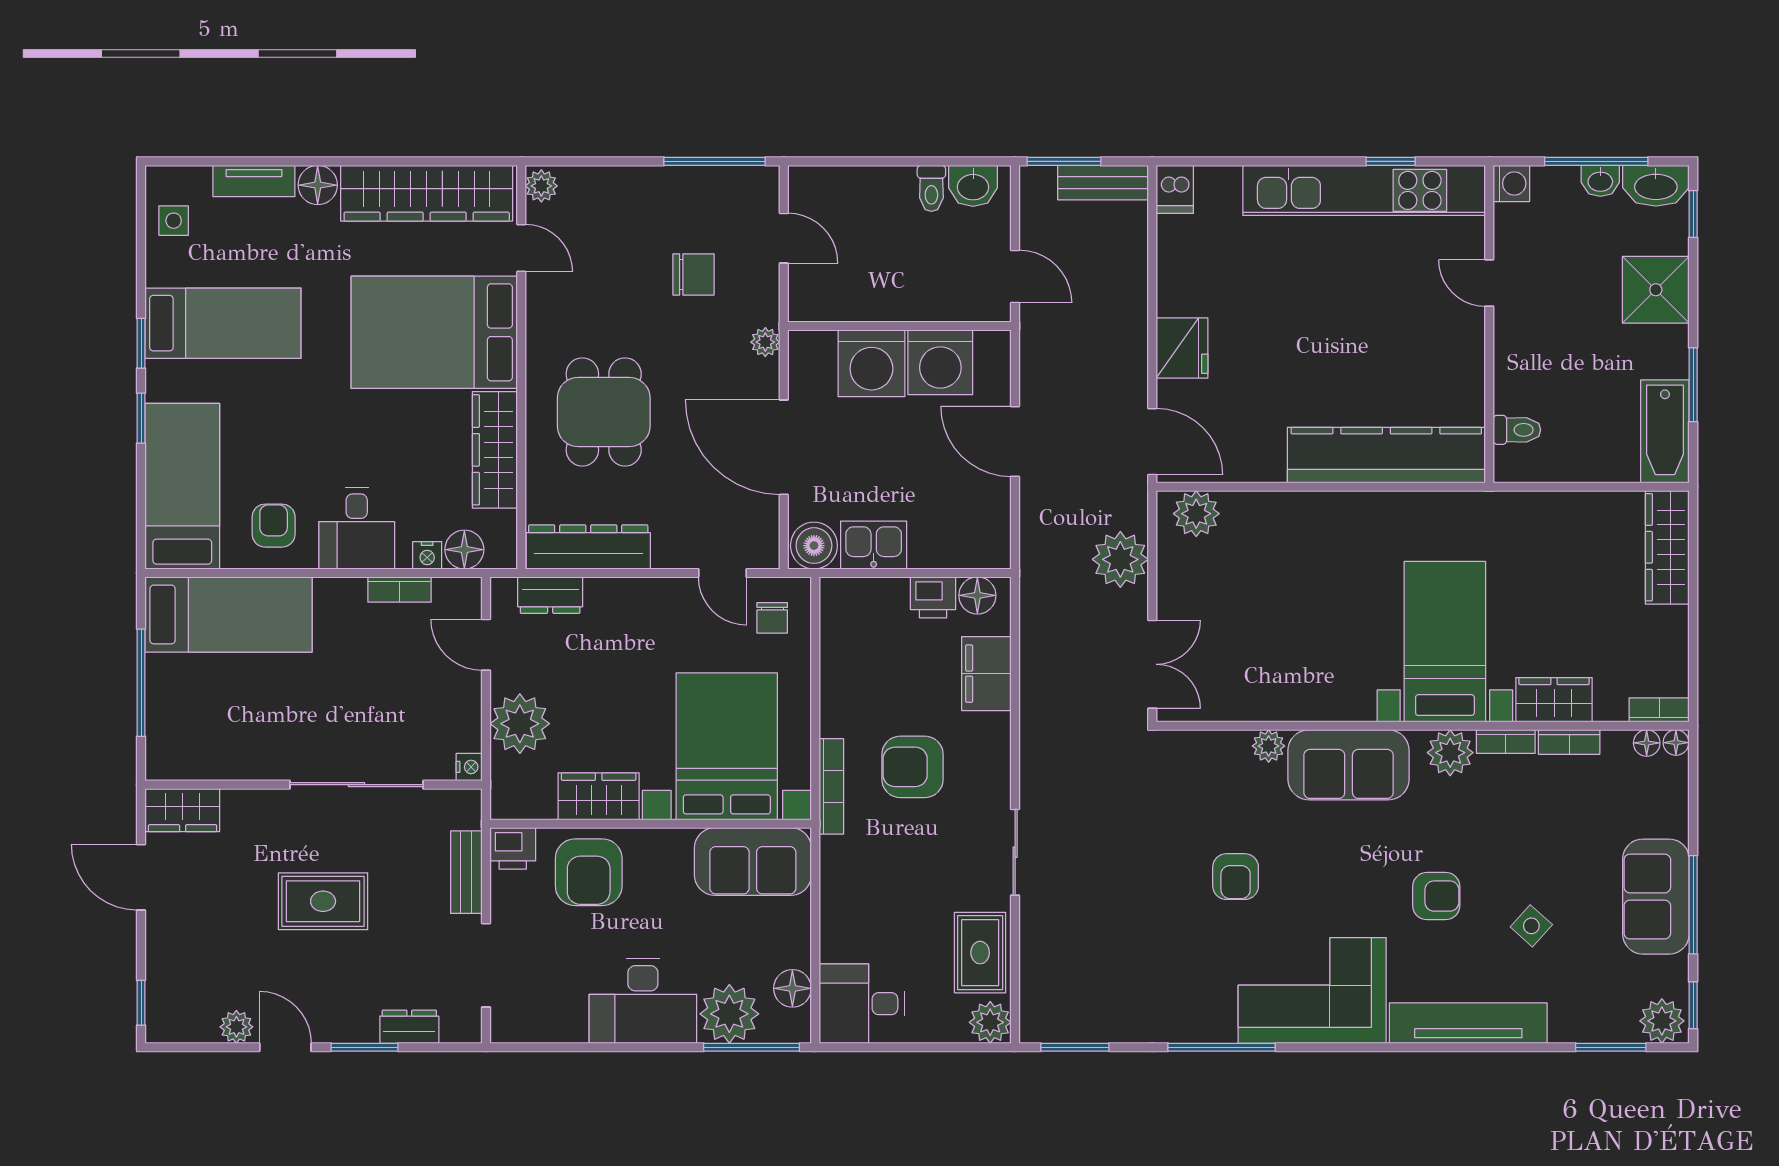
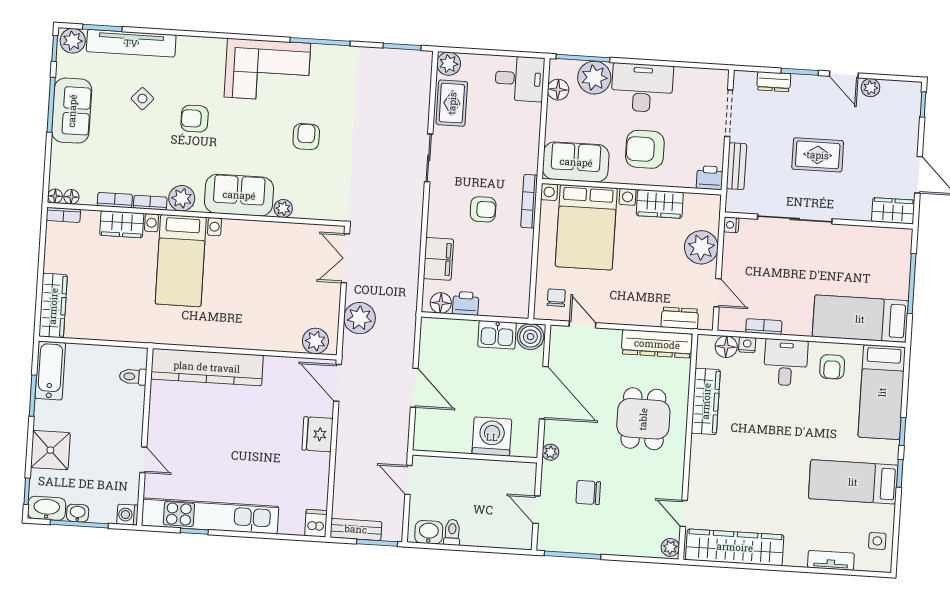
floor lamp: (318, 185) -> (795, 556), removed
bed: (434, 332) -> (735, 469), removed
washing machine: (940, 362) -> (453, 435), removed
armchair: (913, 767) -> (483, 209), width x0.72, depth x0.72
armchair: (589, 872) -> (645, 149), moved, turned -90
tv unit: (1468, 1023) -> (131, 43), moved

